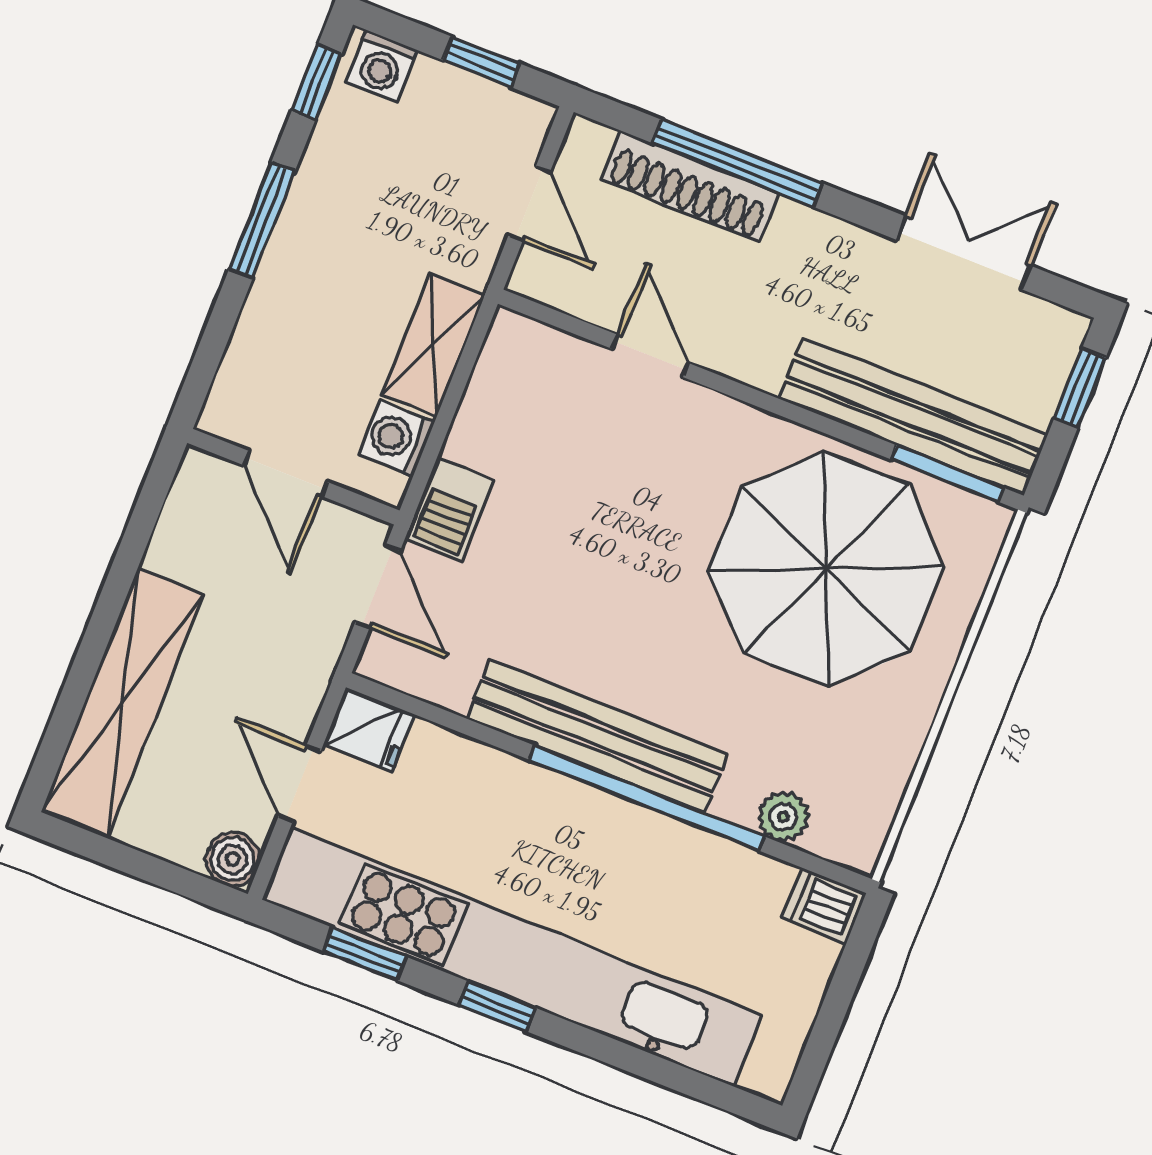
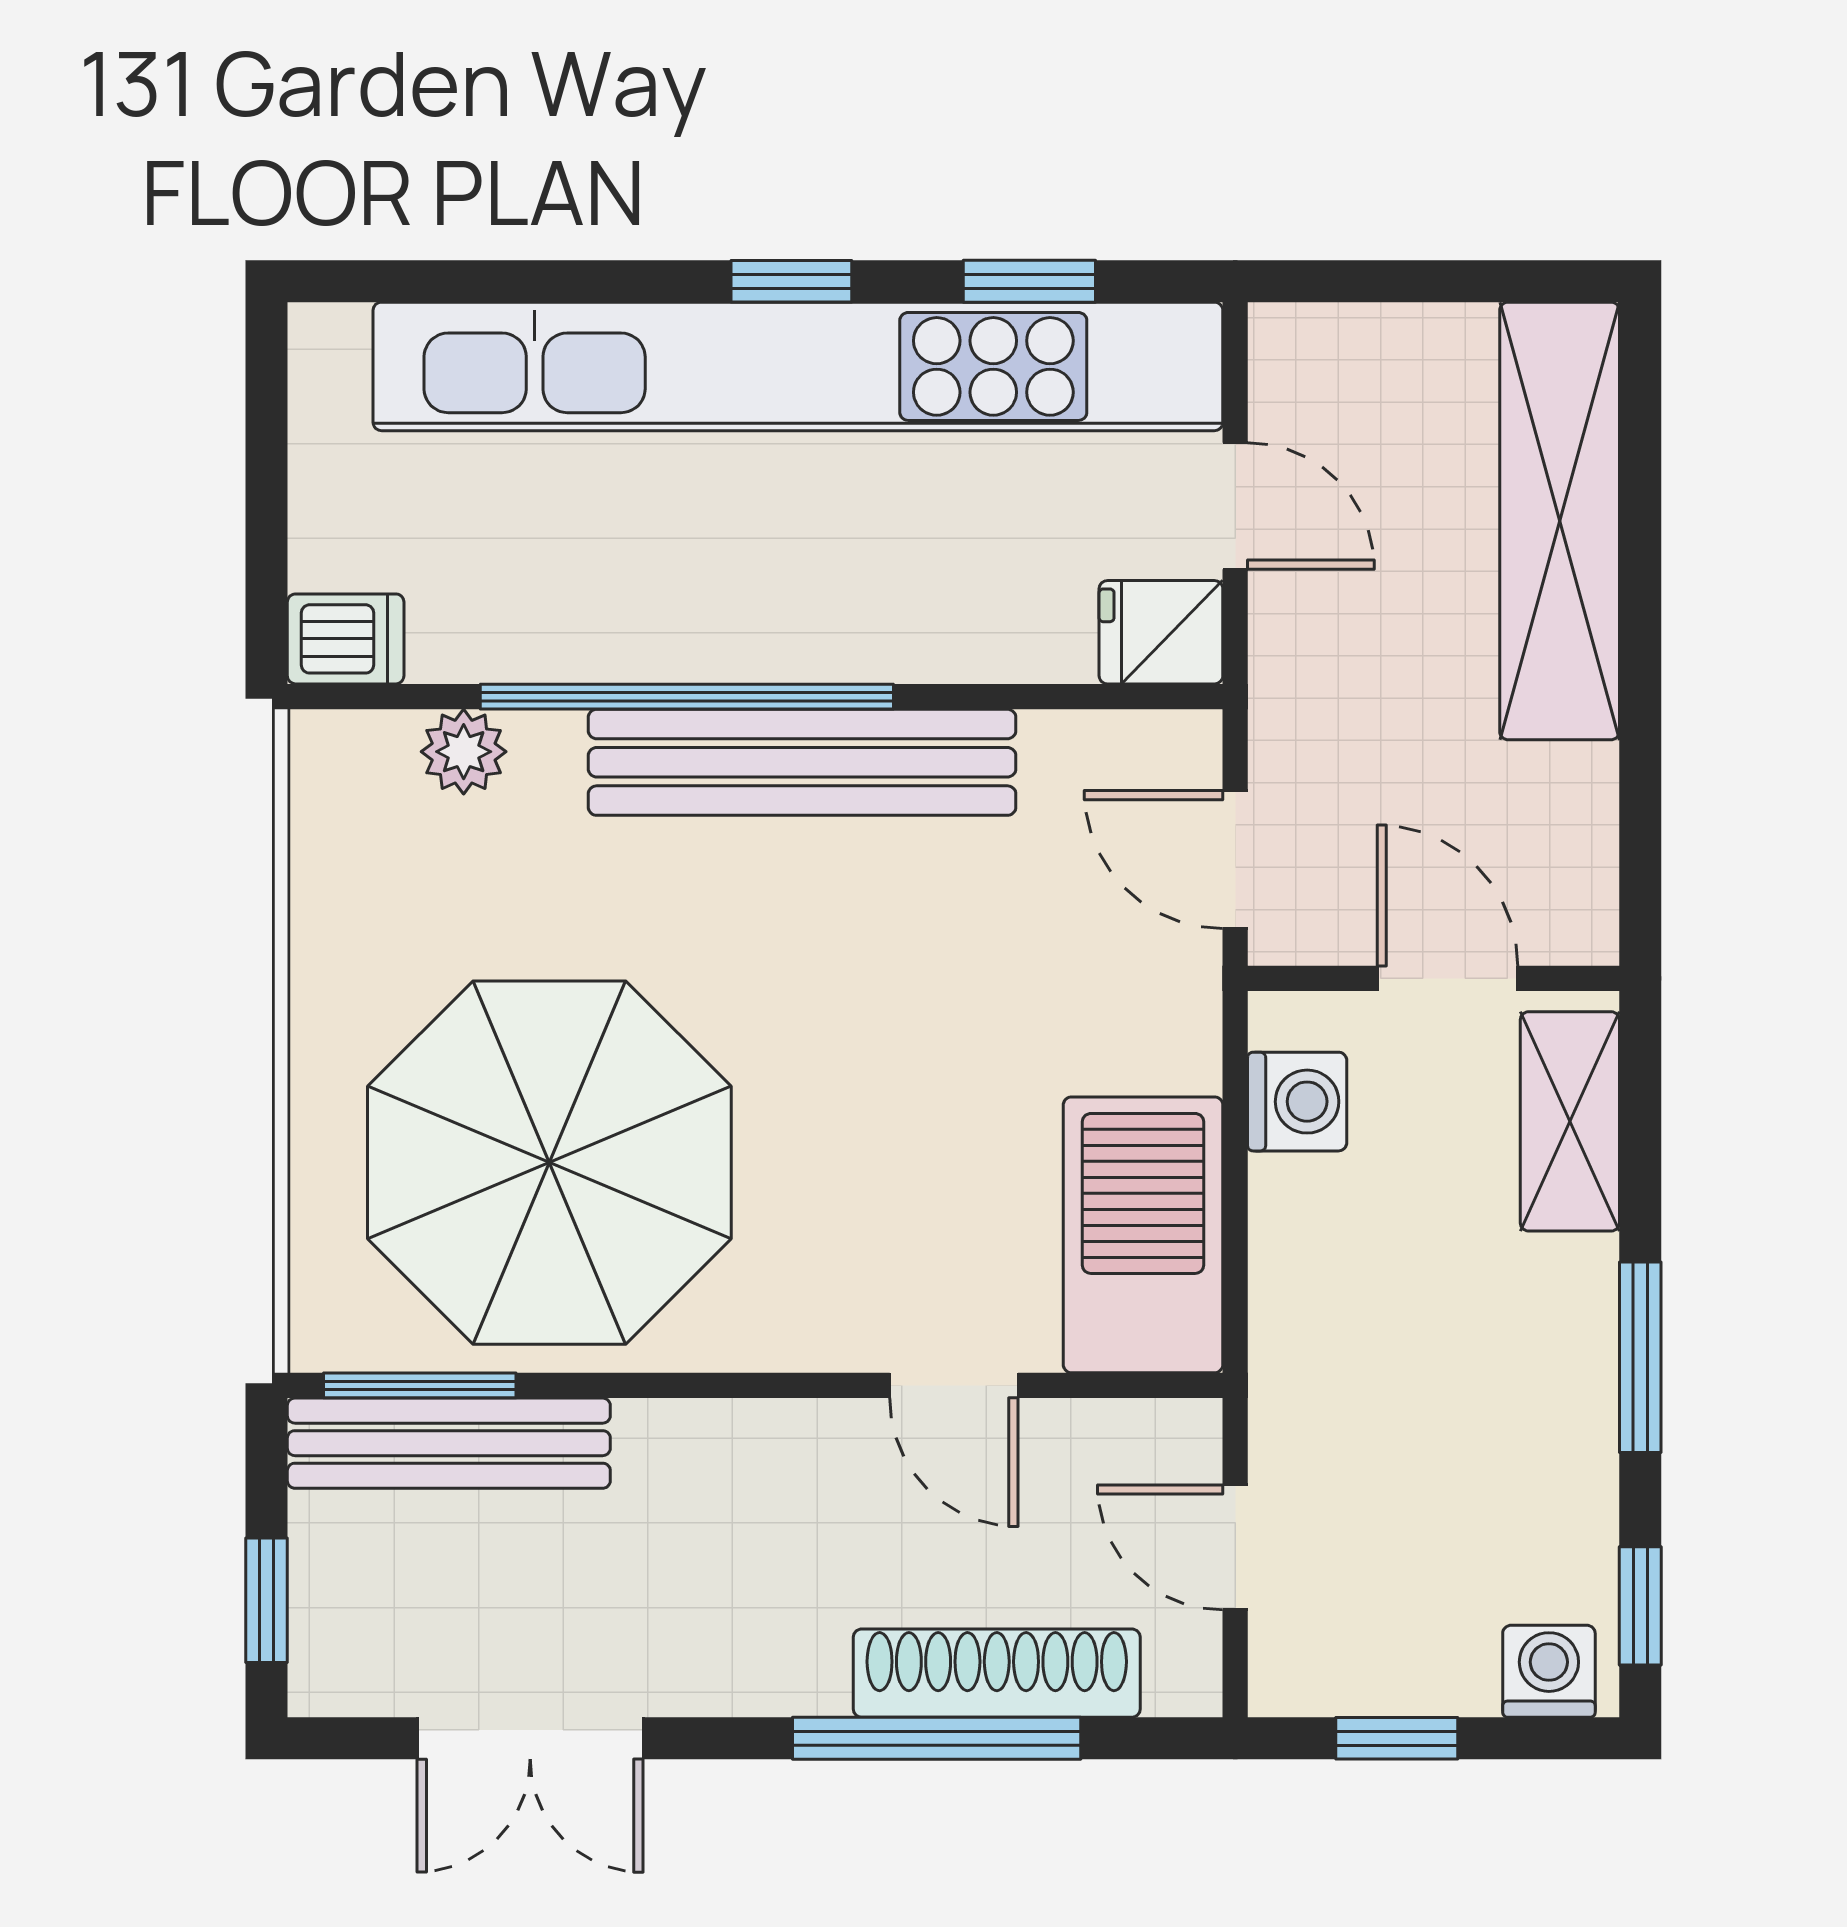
shelving: (433, 345) -> (1570, 1121), moved
bench: (913, 417) -> (449, 1443), width x0.73, depth x0.82
barbecue: (450, 509) -> (1143, 1235), moved, width x1.88, depth x1.53
boiler: (233, 859) -> (1293, 347), removed

